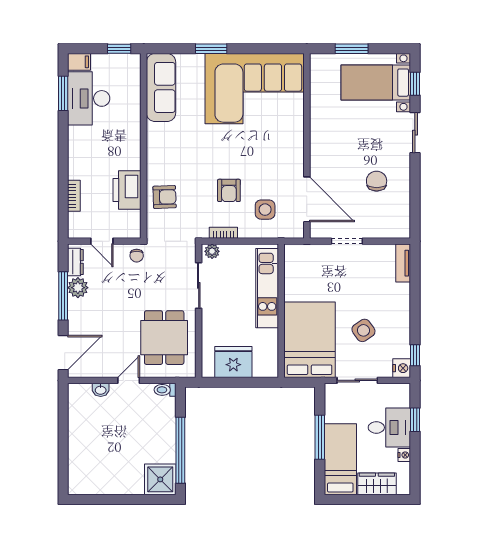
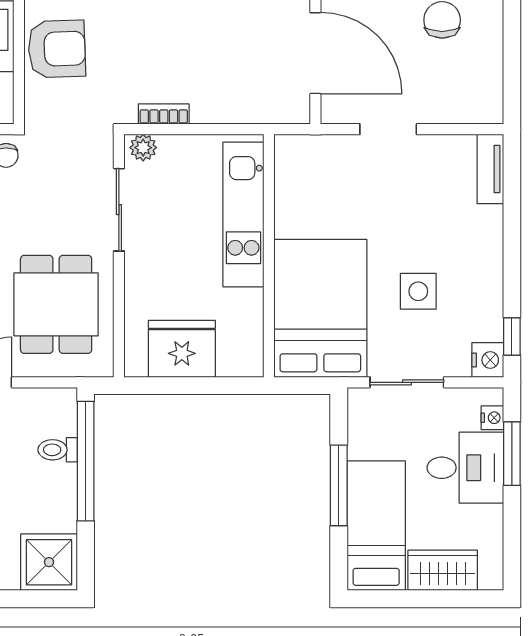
armchair: (229, 190) -> (174, 37), removed
armchair: (165, 197) -> (57, 49), width x1.38, depth x1.38
side table: (265, 210) -> (239, 72), removed
side table: (363, 330) -> (418, 291), turned 35
toilet: (165, 390) -> (58, 450), moved
window: (415, 420) -> (512, 454), width x1.50
window: (180, 450) -> (86, 461), moved
nightstand: (404, 455) -> (492, 418), moved

